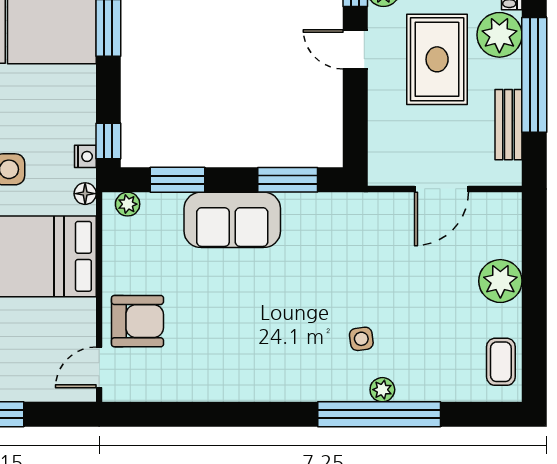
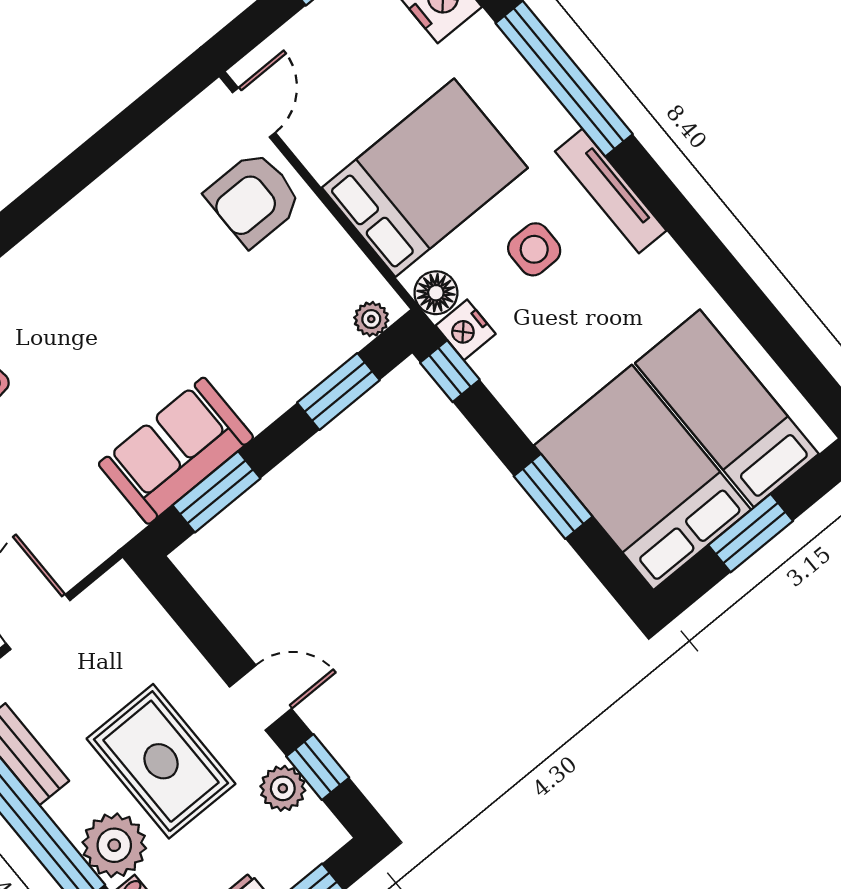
nightstand: (85, 156) -> (466, 330), width x1.39, depth x1.35
floor lamp: (85, 194) -> (436, 293), width x1.37, depth x1.37
sofa: (232, 220) -> (176, 451), moved

